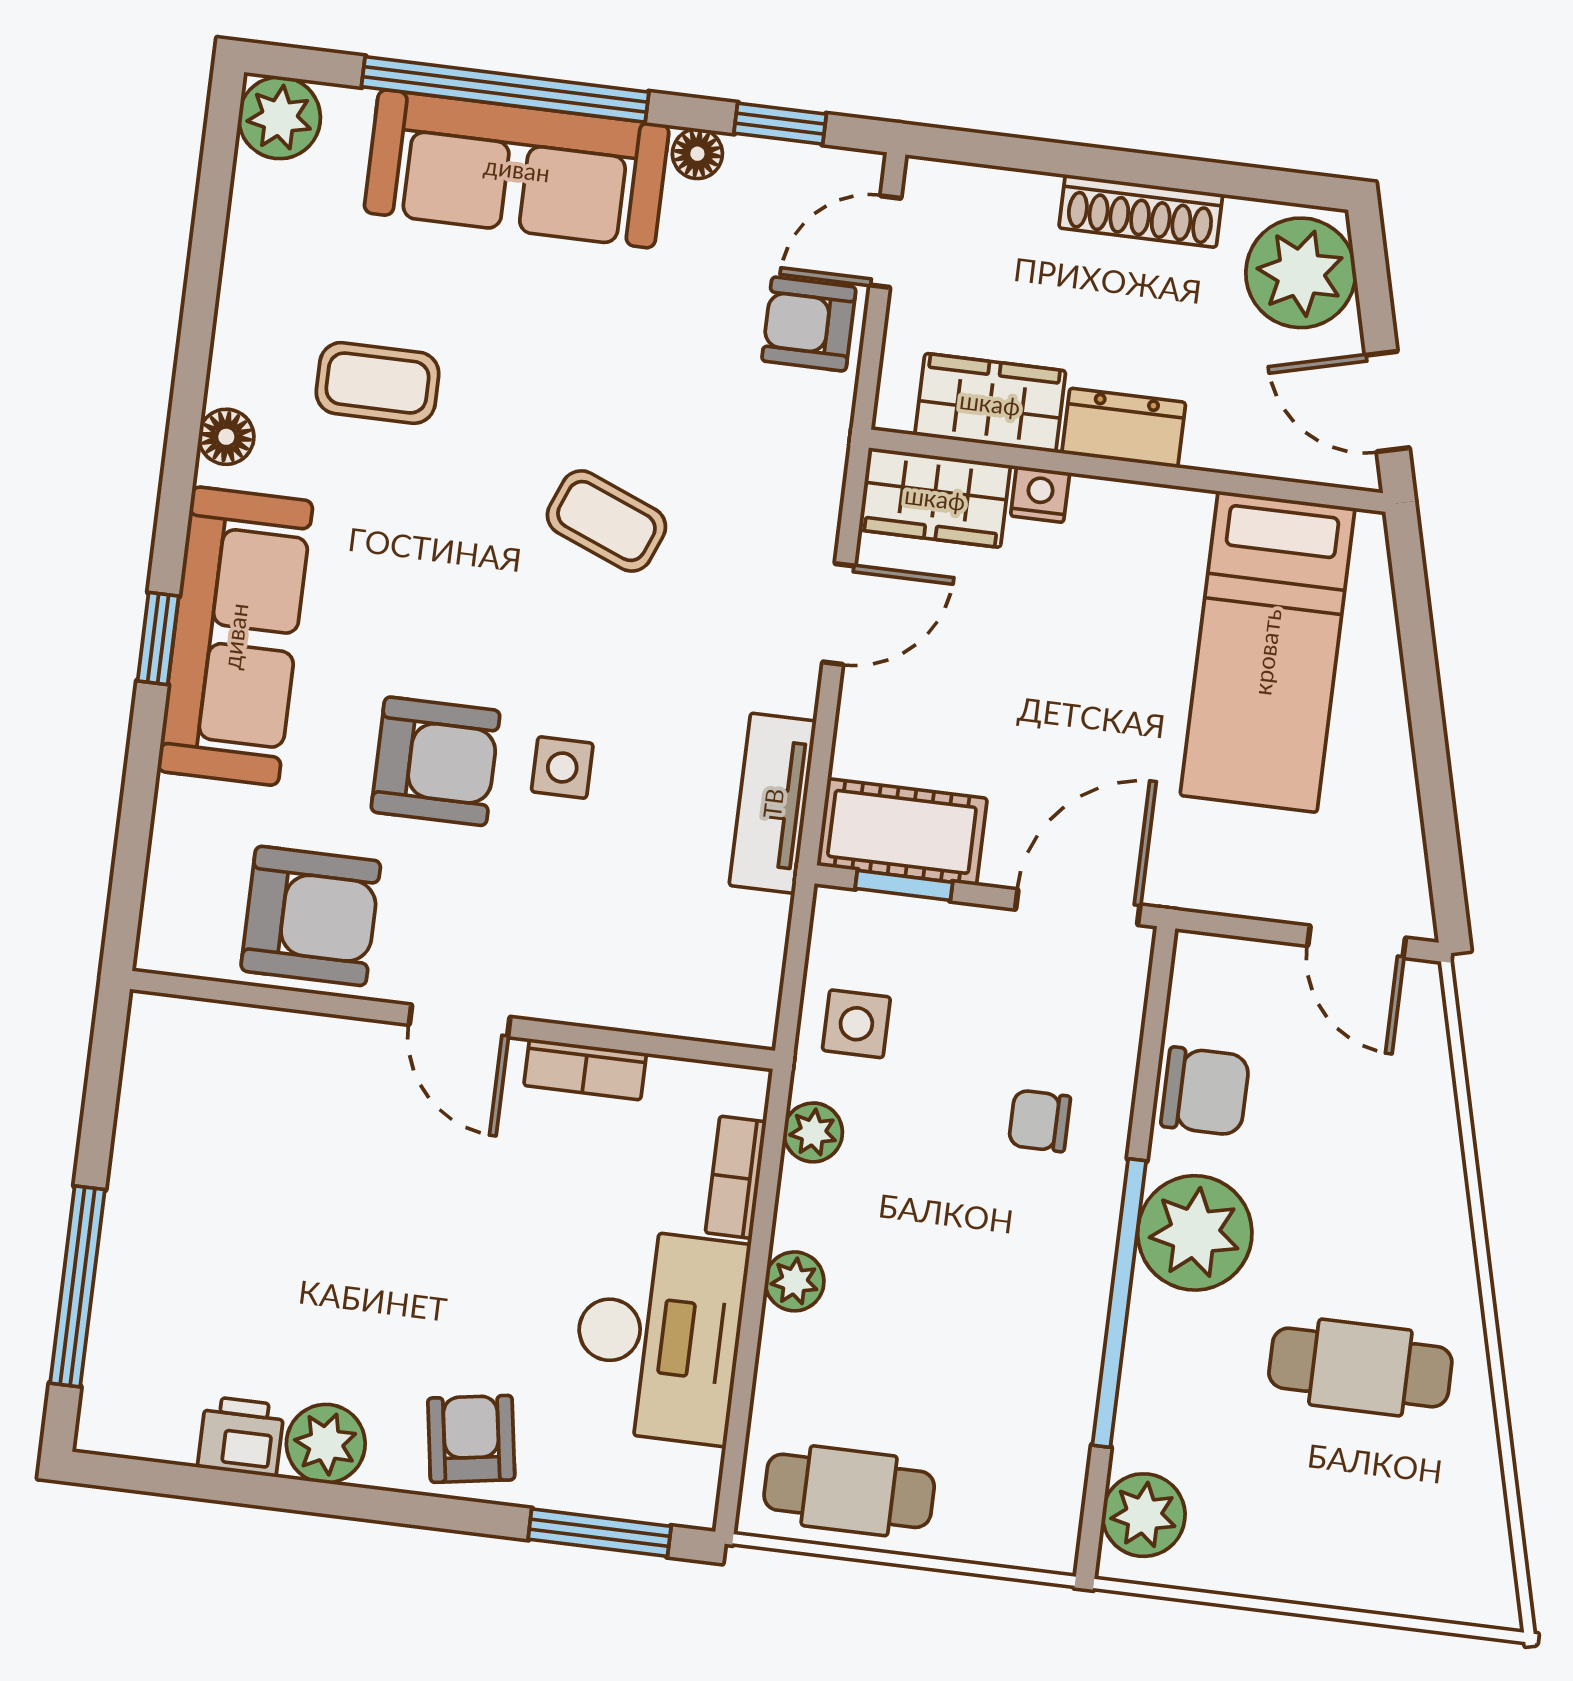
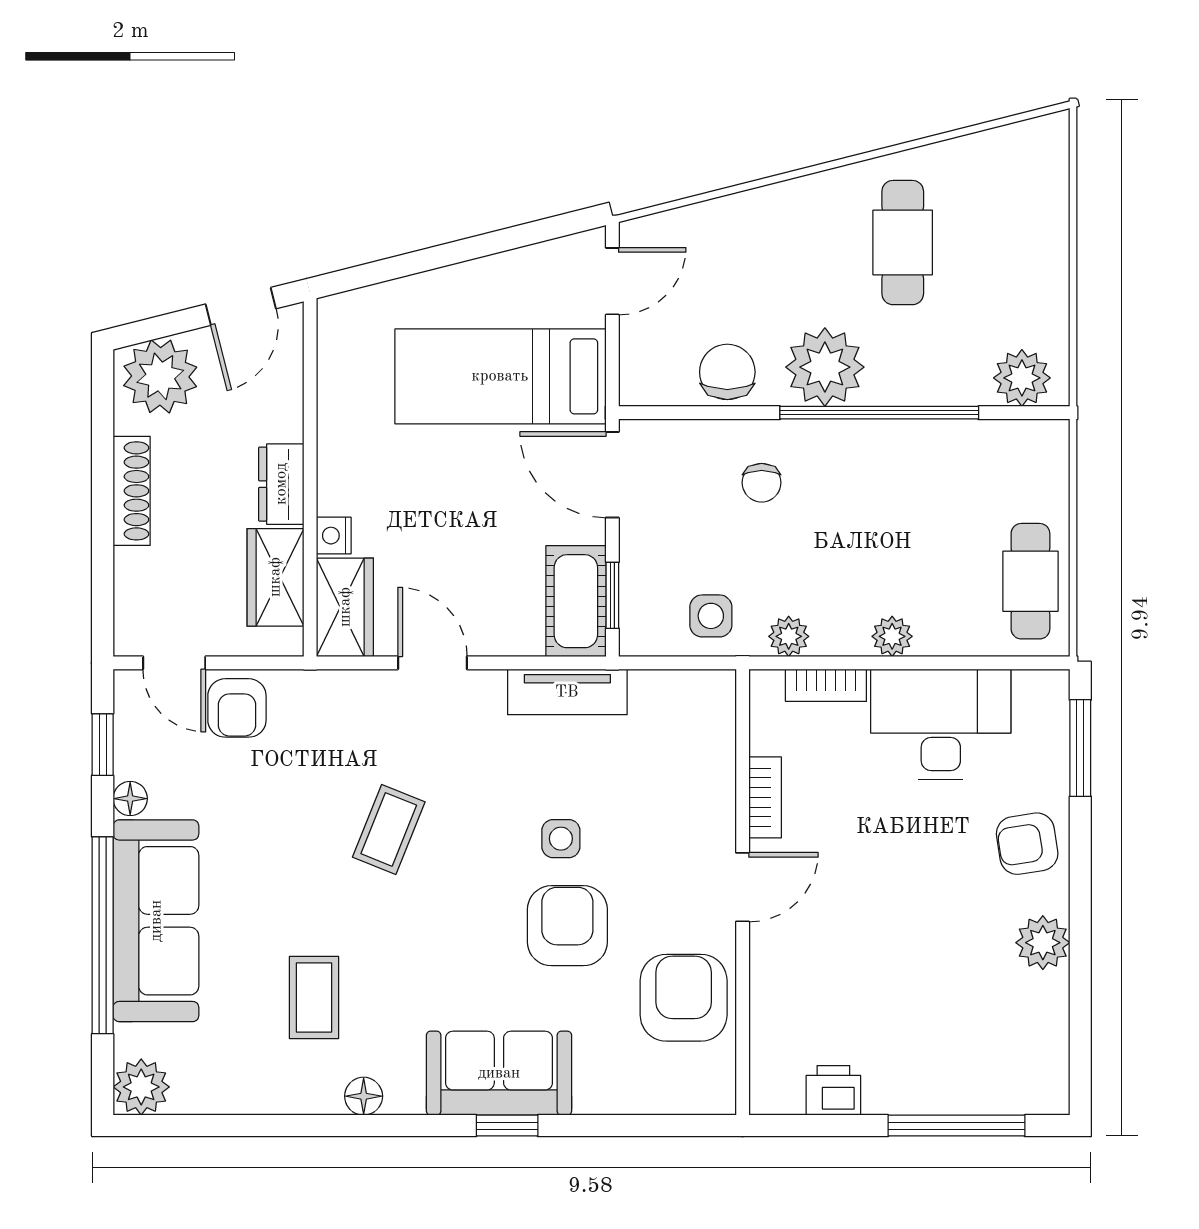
sofa: (235, 636) -> (499, 1073), width x0.73
bed: (1267, 652) -> (500, 376), moved, turned 180
printer: (241, 1436) -> (833, 1090), moved, turned 90

